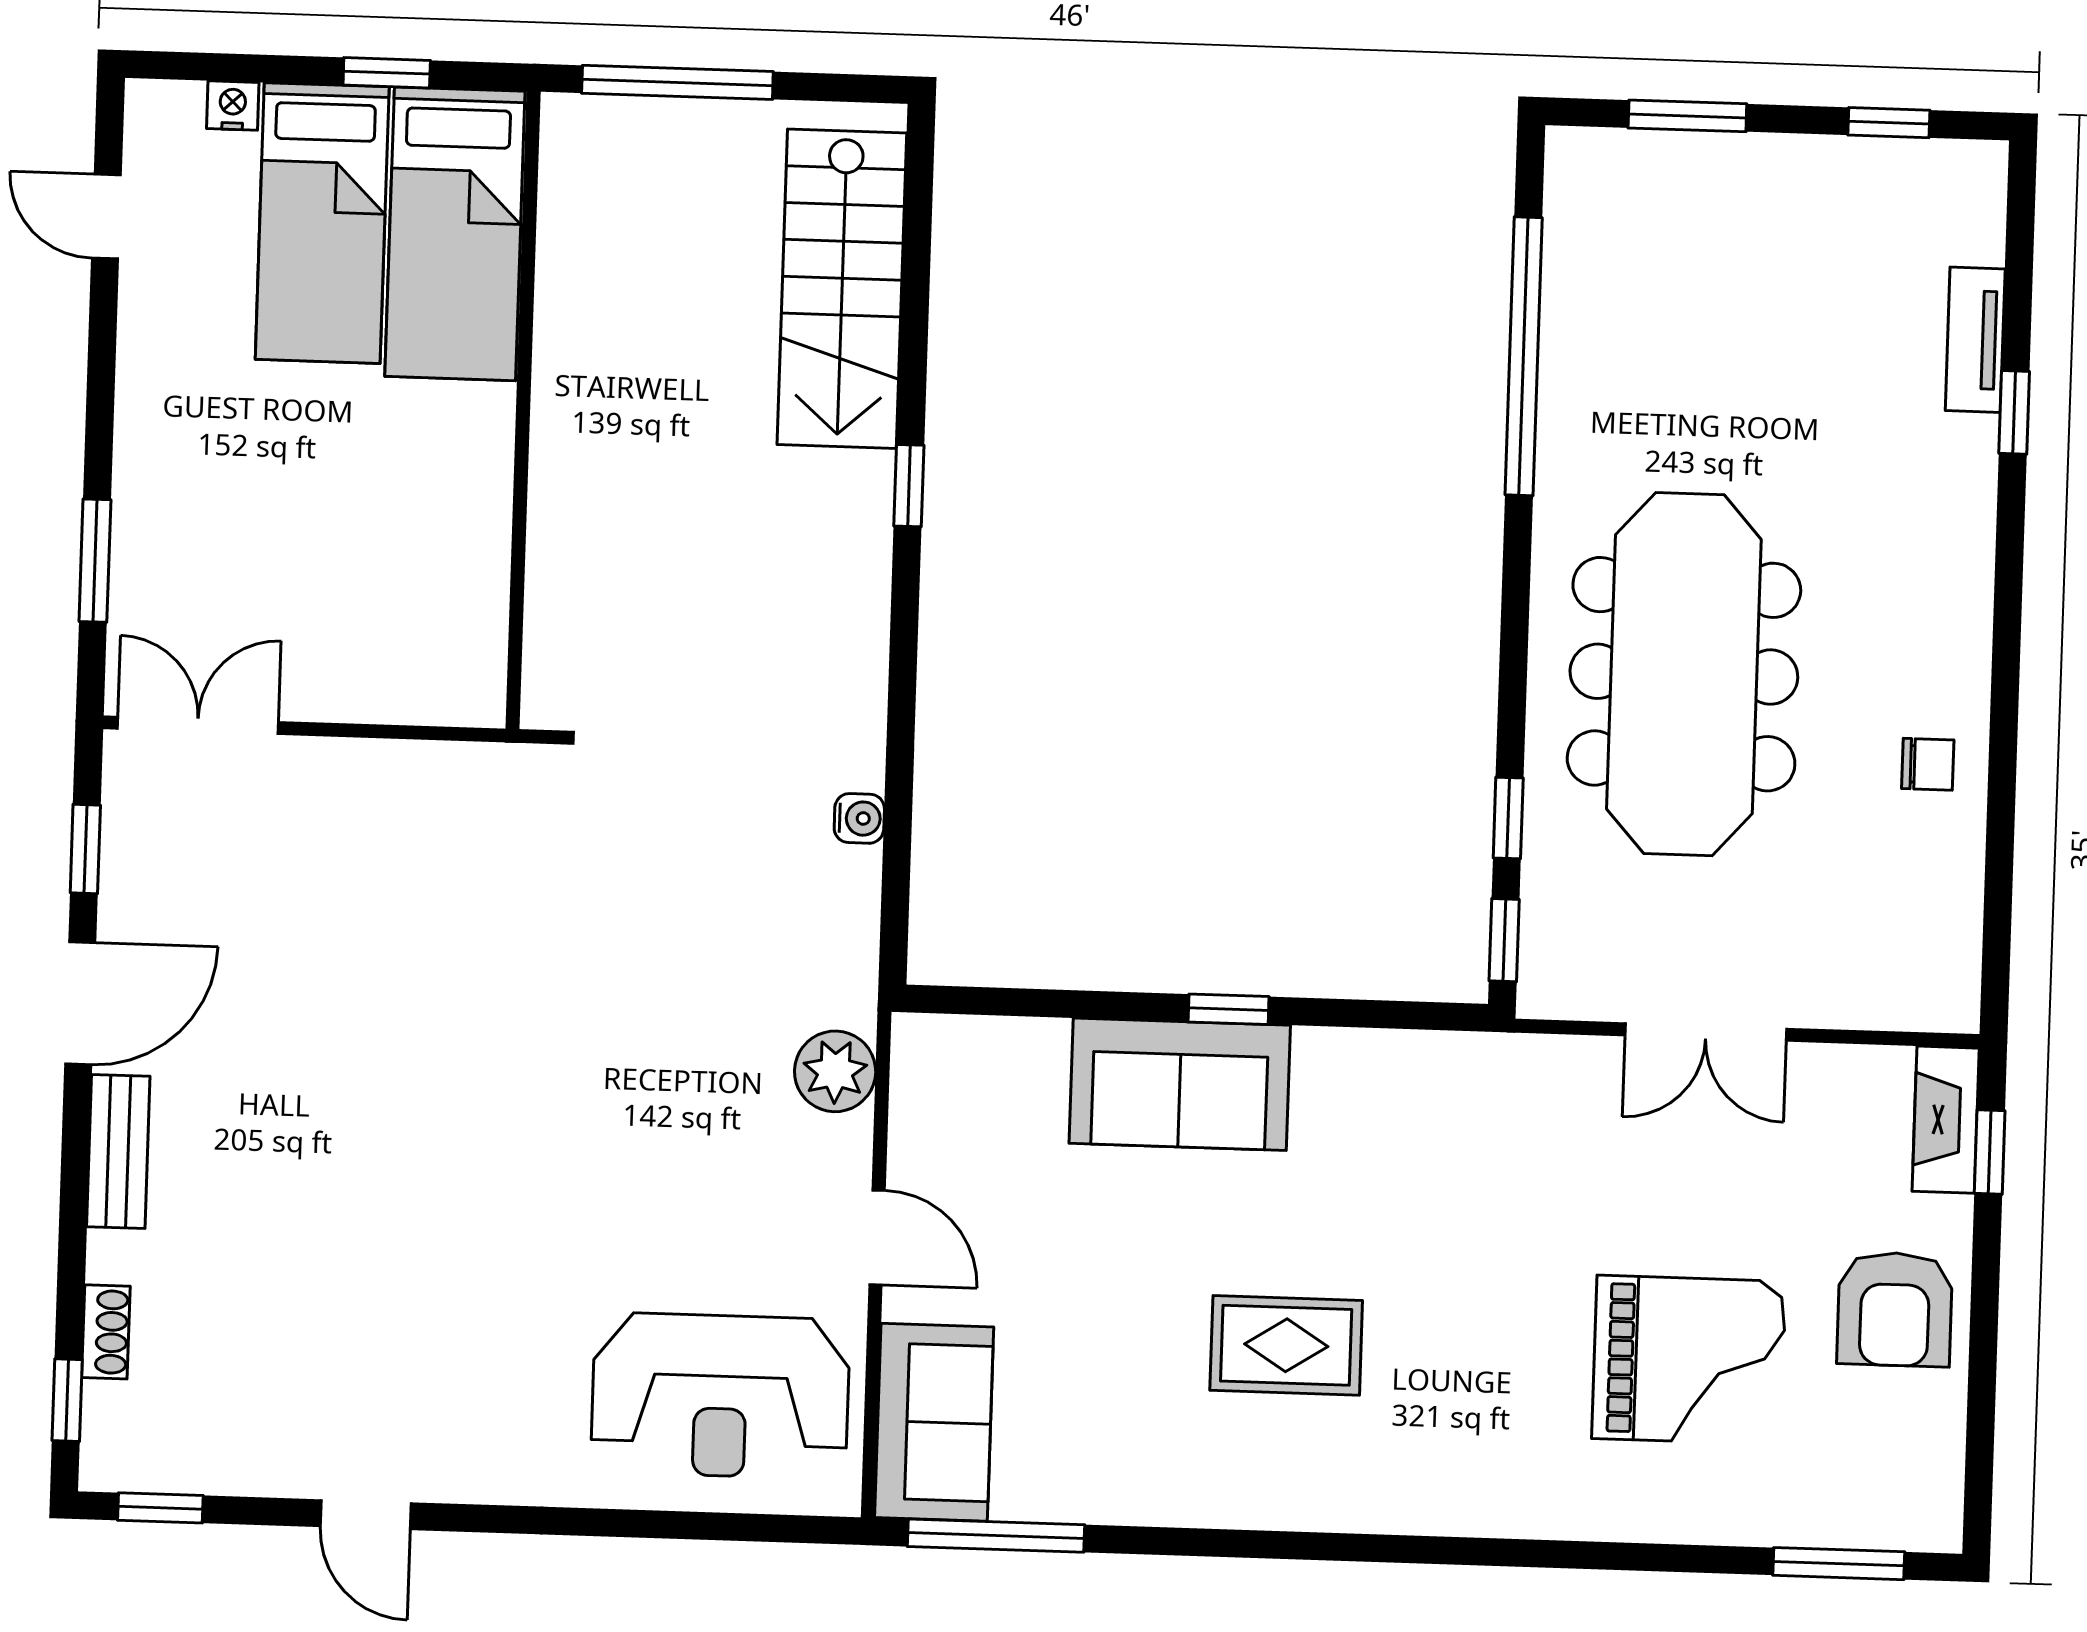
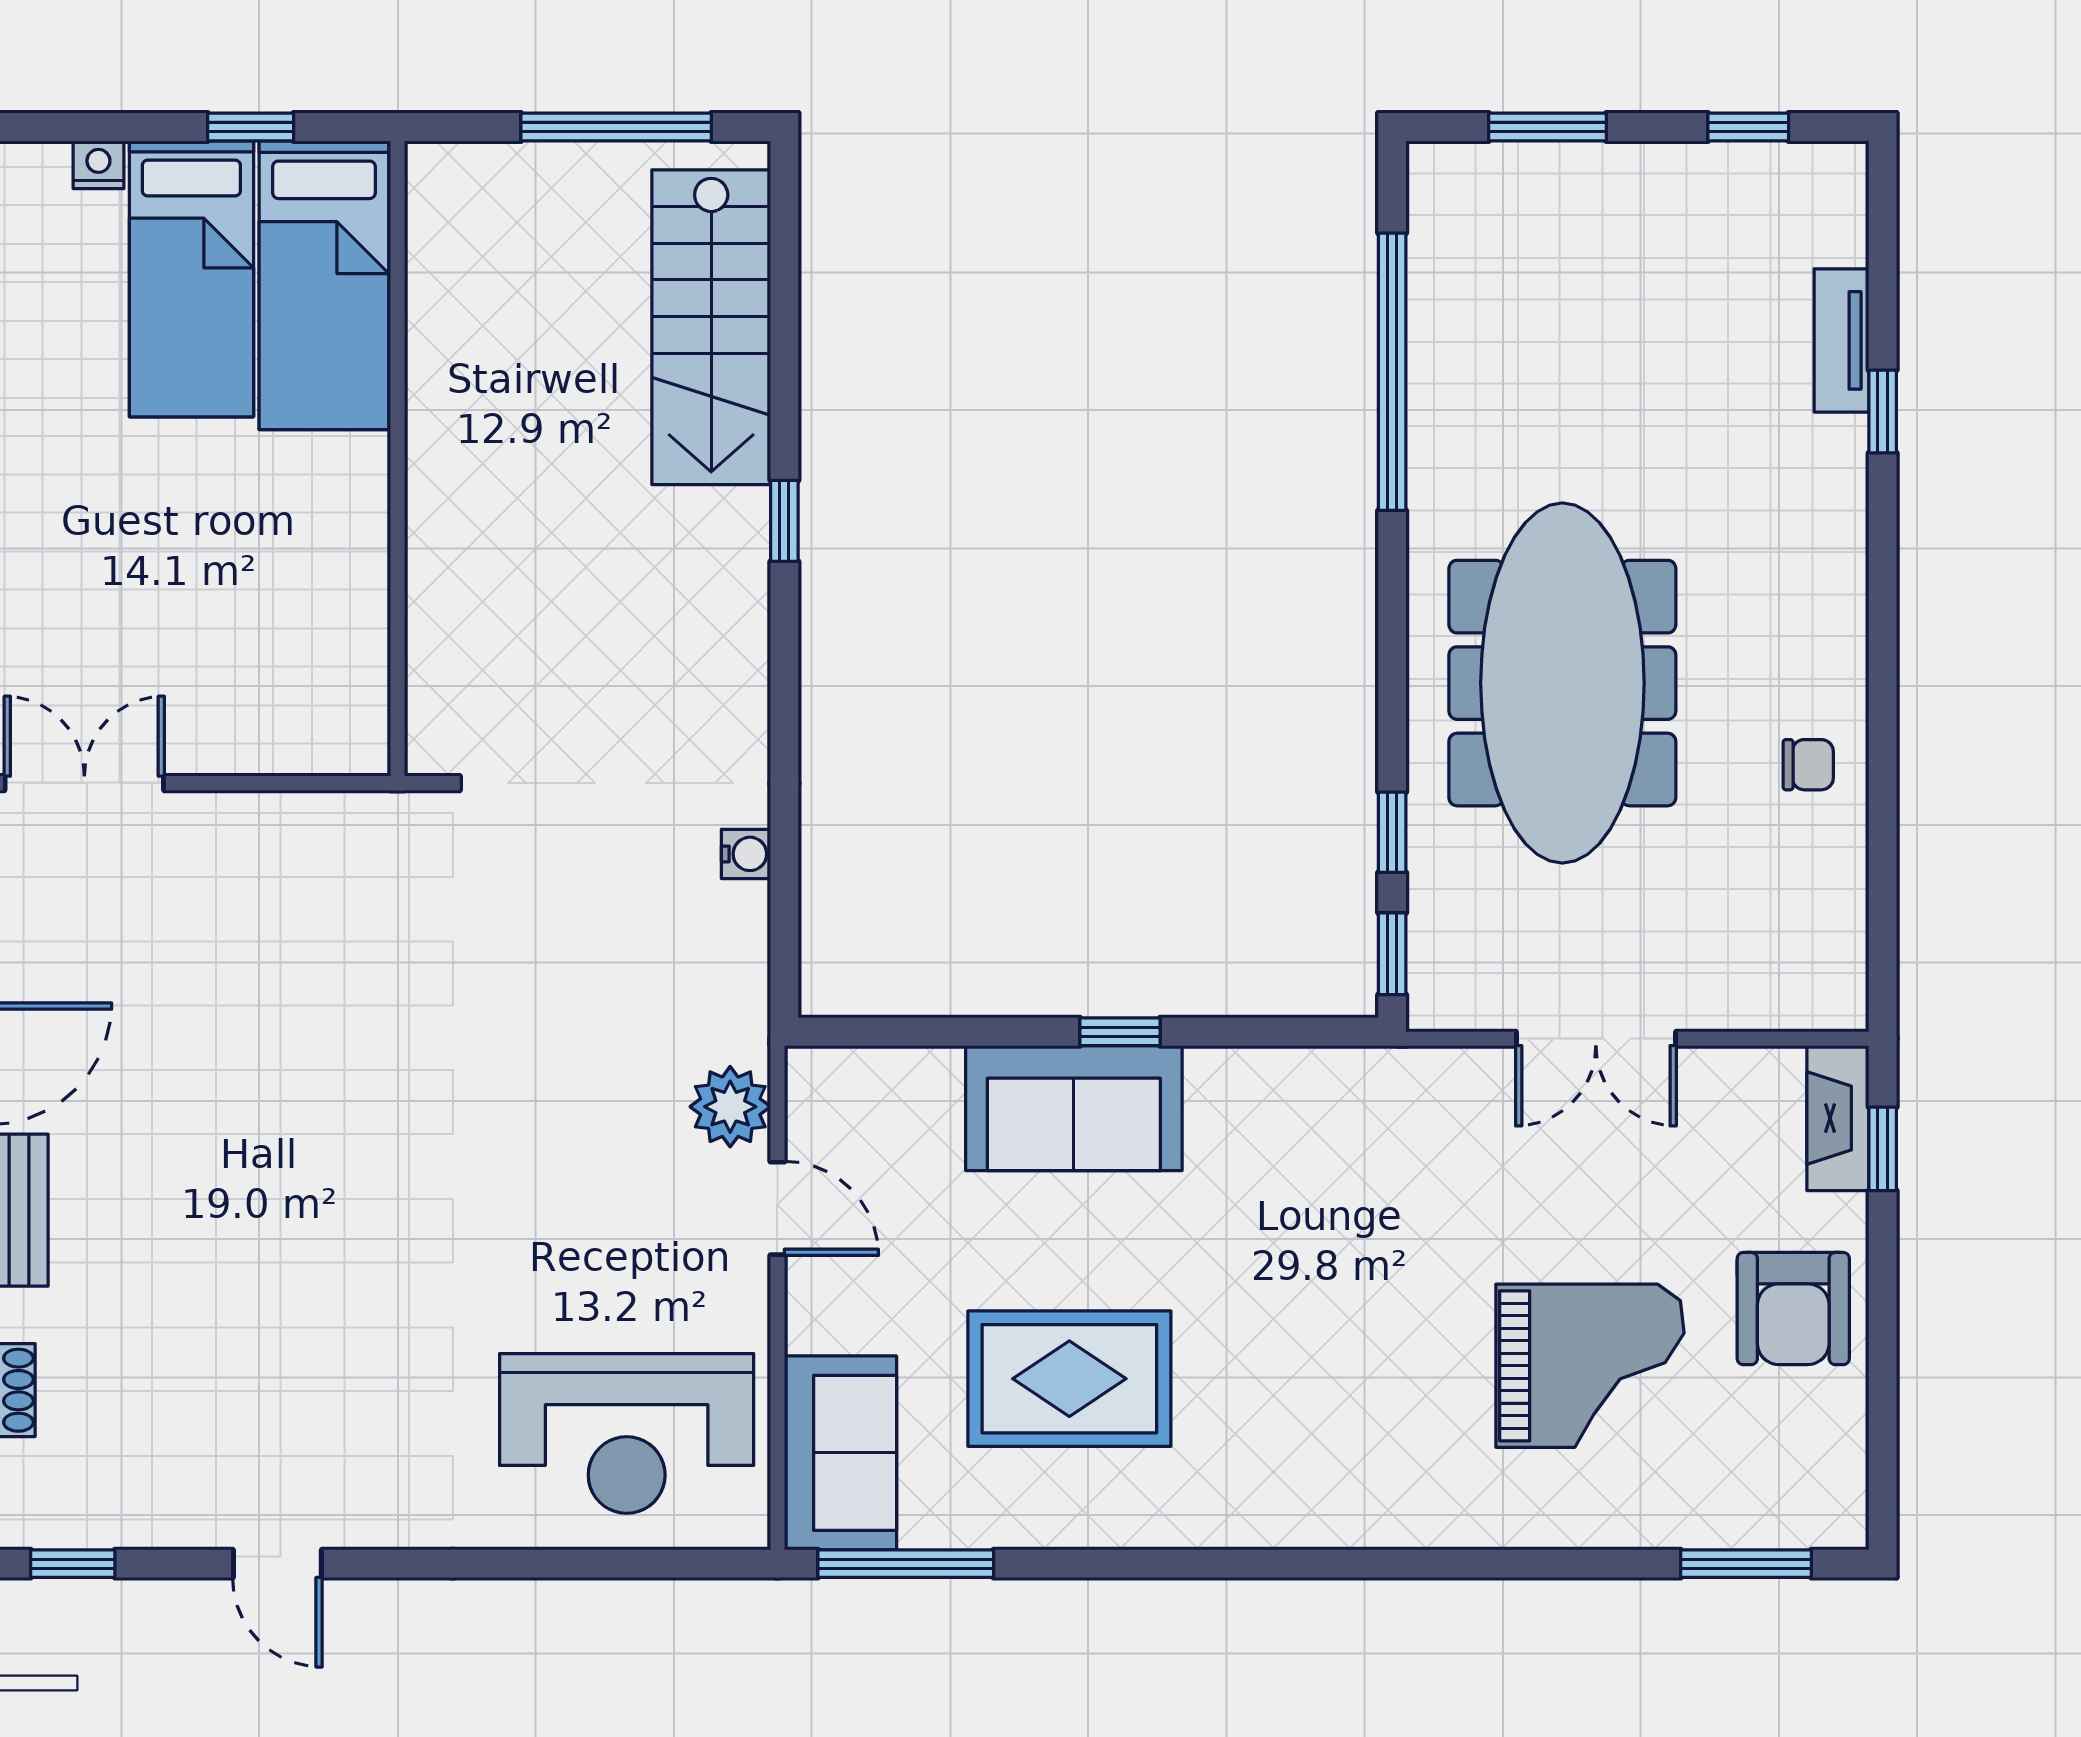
window: (677, 82) -> (616, 127), moved
door: (877, 1237) -> (777, 1208), moved
rug: (1286, 1345) -> (1069, 1379), moved, width x1.36, depth x1.43

